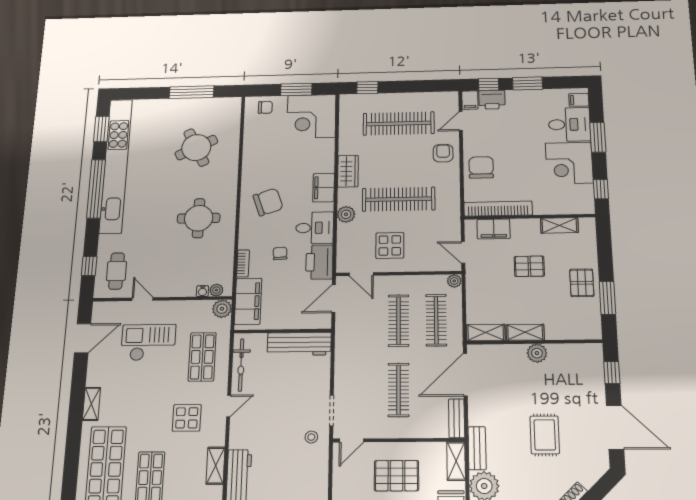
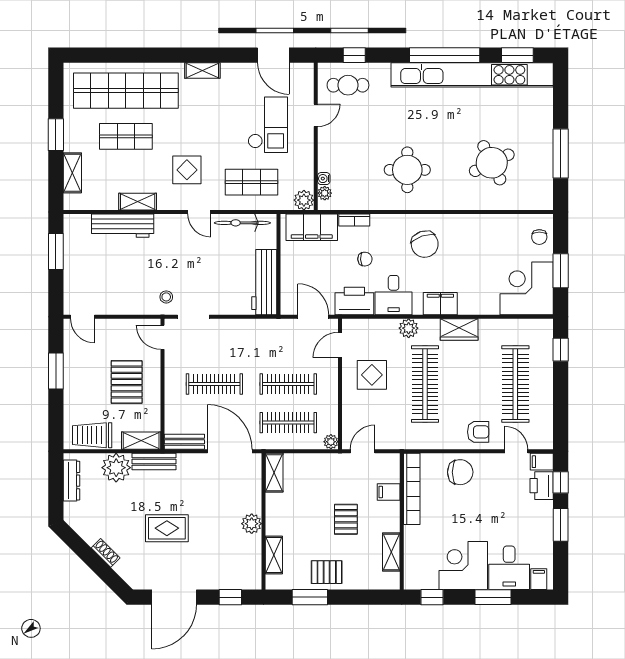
filing cabinet: (494, 229) -> (389, 492), width x0.50
shelving: (525, 332) -> (274, 555), moved

